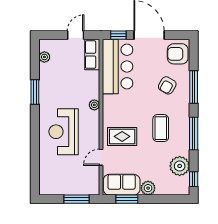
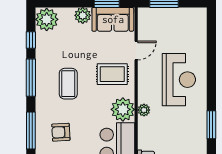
armchair: (167, 85) -> (61, 132), turned -123
plant: (113, 105) -> (123, 109), added
plant: (180, 166) -> (47, 19), moved
window: (194, 179) -> (31, 40), moved

